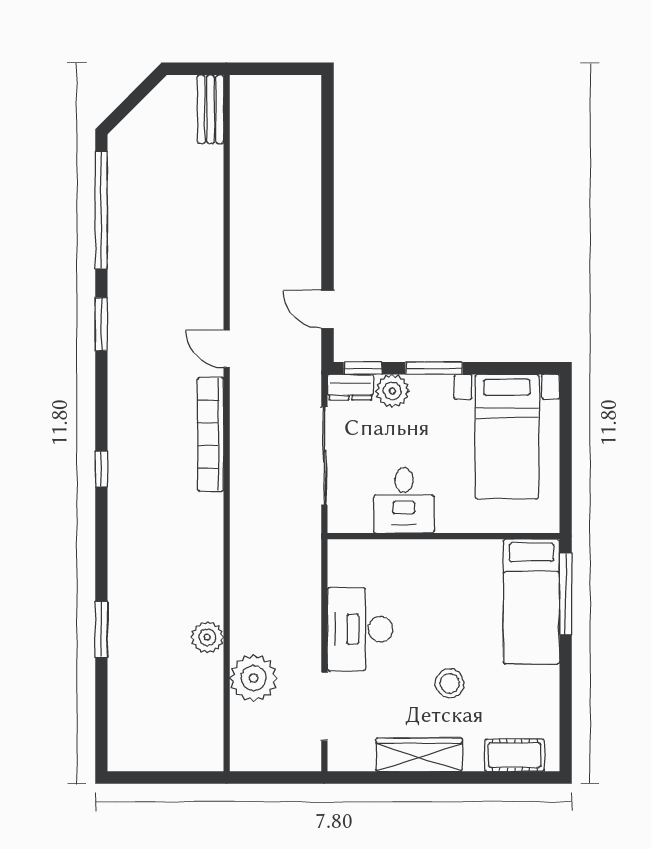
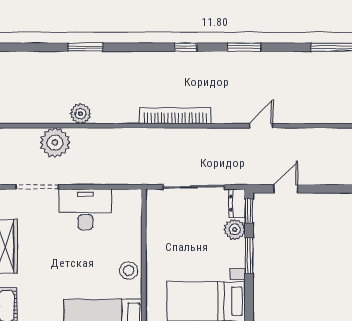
window: (101, 324) -> (244, 47), moved
bookcase: (211, 434) -> (175, 116), moved
desk: (404, 500) -> (166, 237), removed
stool: (450, 683) -> (129, 270), moved

